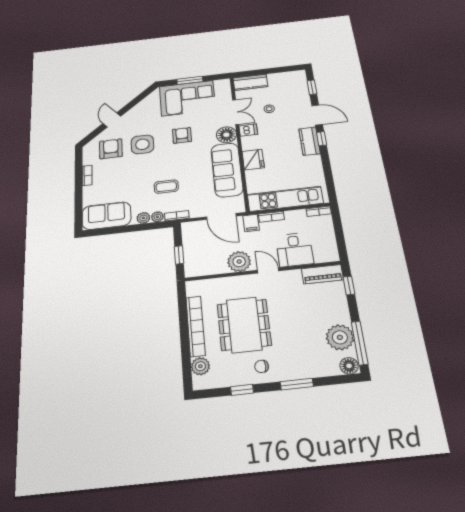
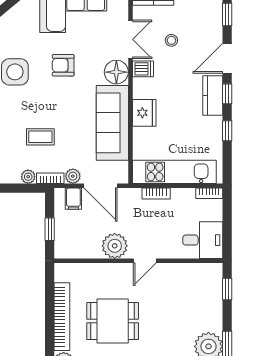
door: (317, 115) -> (227, 58), swing flipped
armchair: (182, 135) -> (63, 65), turned -90
window: (326, 164) -> (227, 131), added
plant: (143, 218) -> (73, 176), moved
filing cabinet: (251, 223) -> (73, 199), moved
desk: (294, 250) -> (203, 240), moved, turned -90
door: (268, 270) -> (145, 261), swing flipped
piano: (322, 274) -> (202, 272), removed
dining table: (244, 325) -> (113, 321), width x0.73

